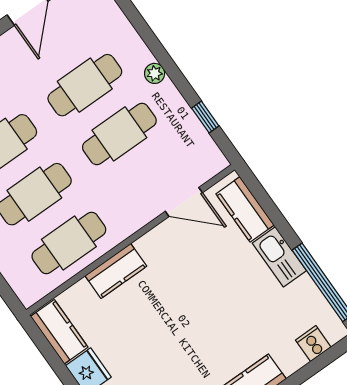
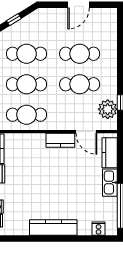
plant: (155, 73) -> (108, 109), moved, width x1.87, depth x1.87
kitchen counter: (116, 271) -> (60, 140), moved

